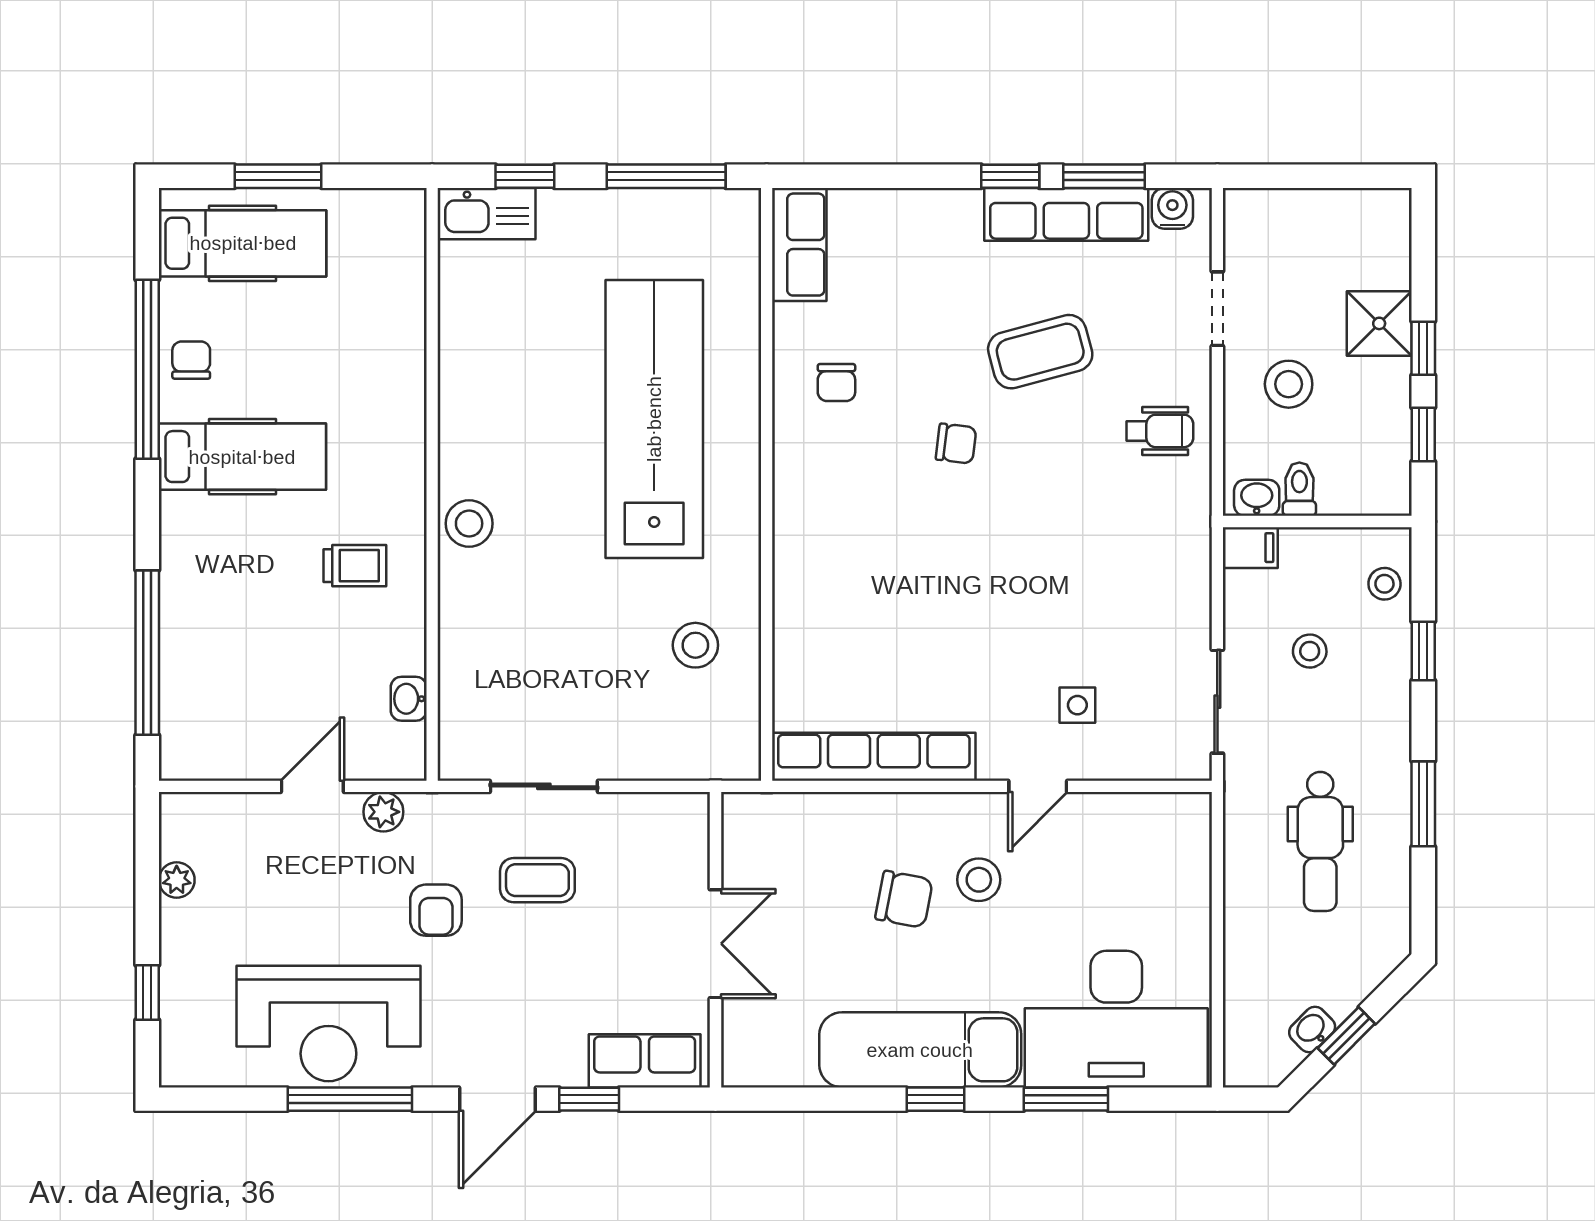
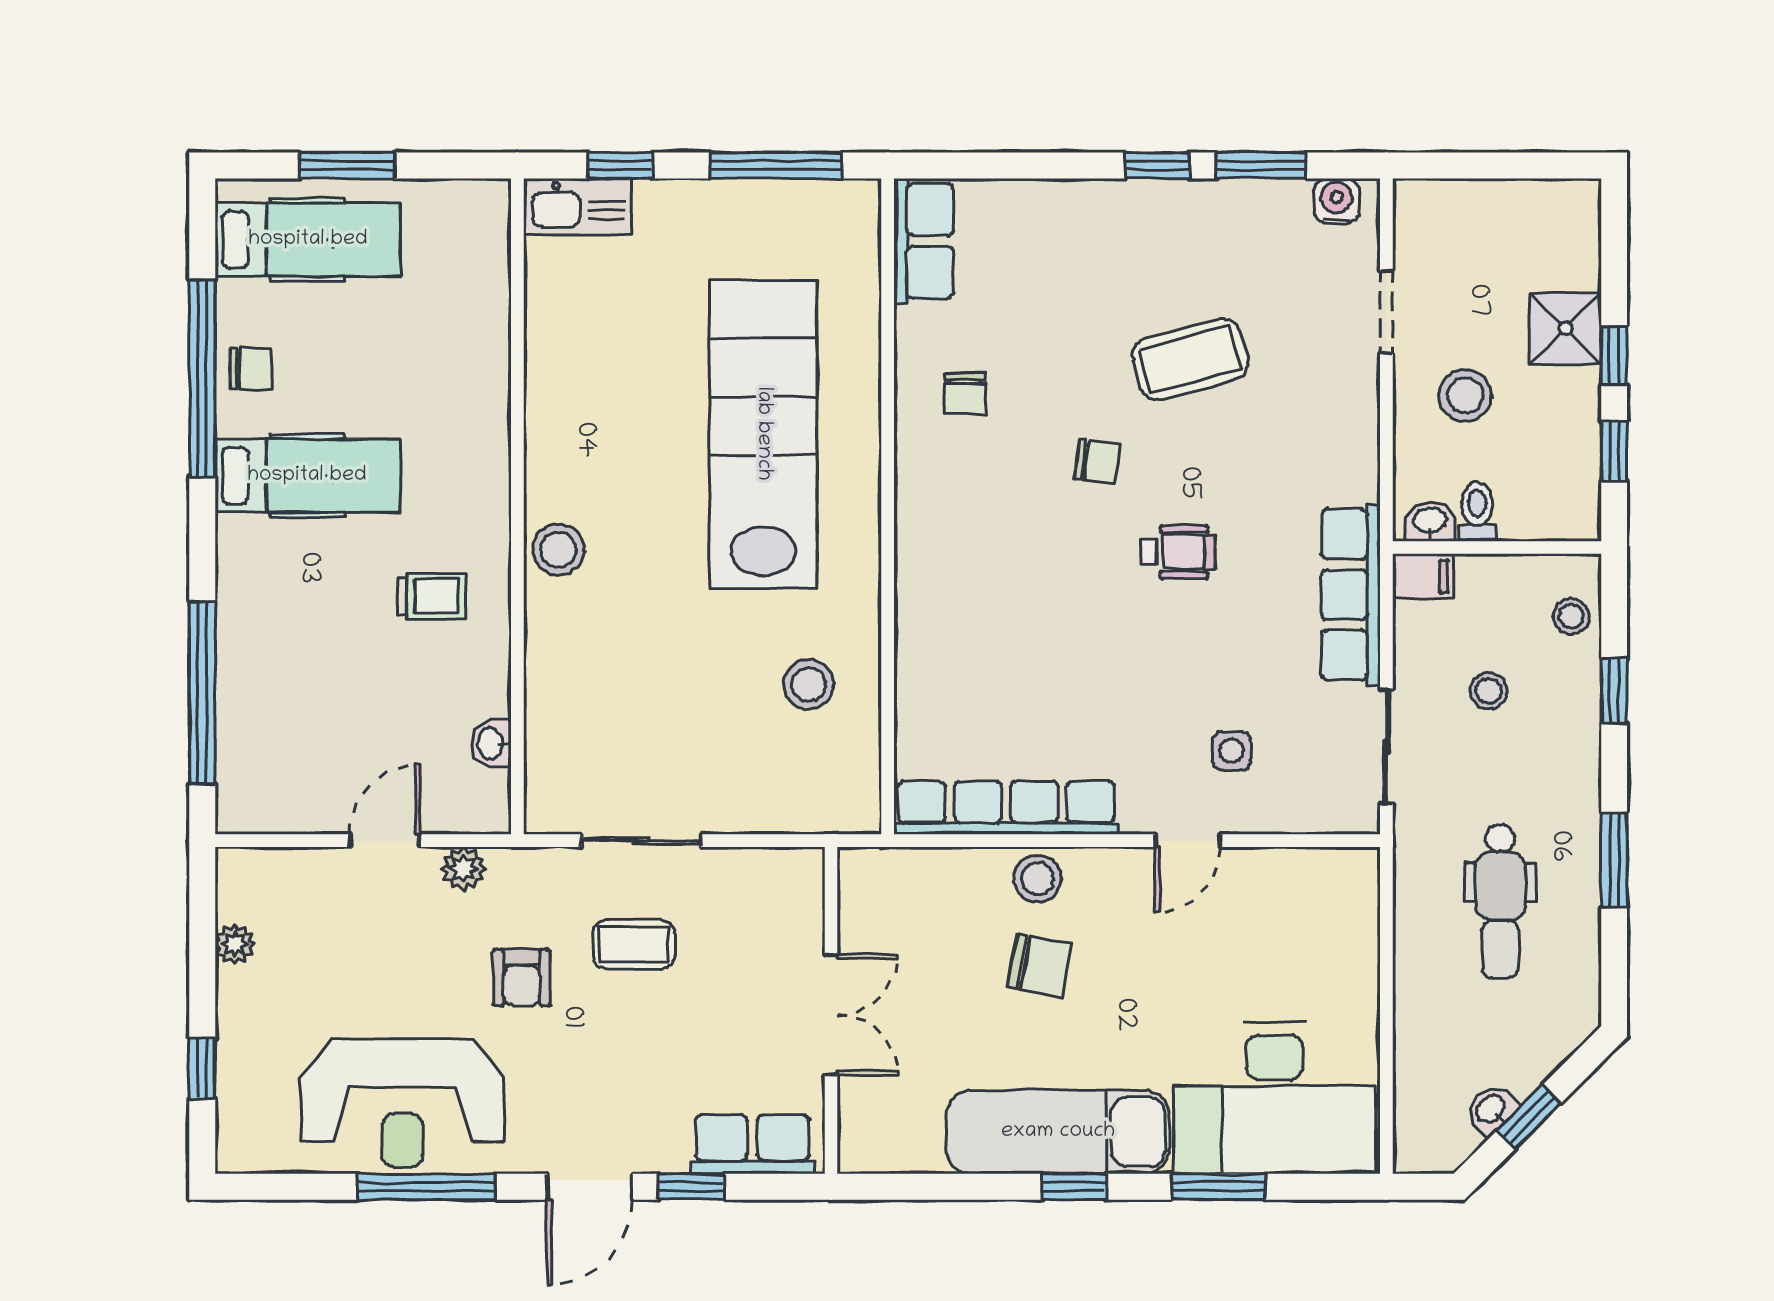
row of seats: (1066, 214) -> (1351, 595), moved, turned 90
chair: (191, 360) -> (251, 369), turned 90
wheelchair: (1160, 431) -> (1178, 552), moved
stool: (979, 880) -> (1037, 879), moved

